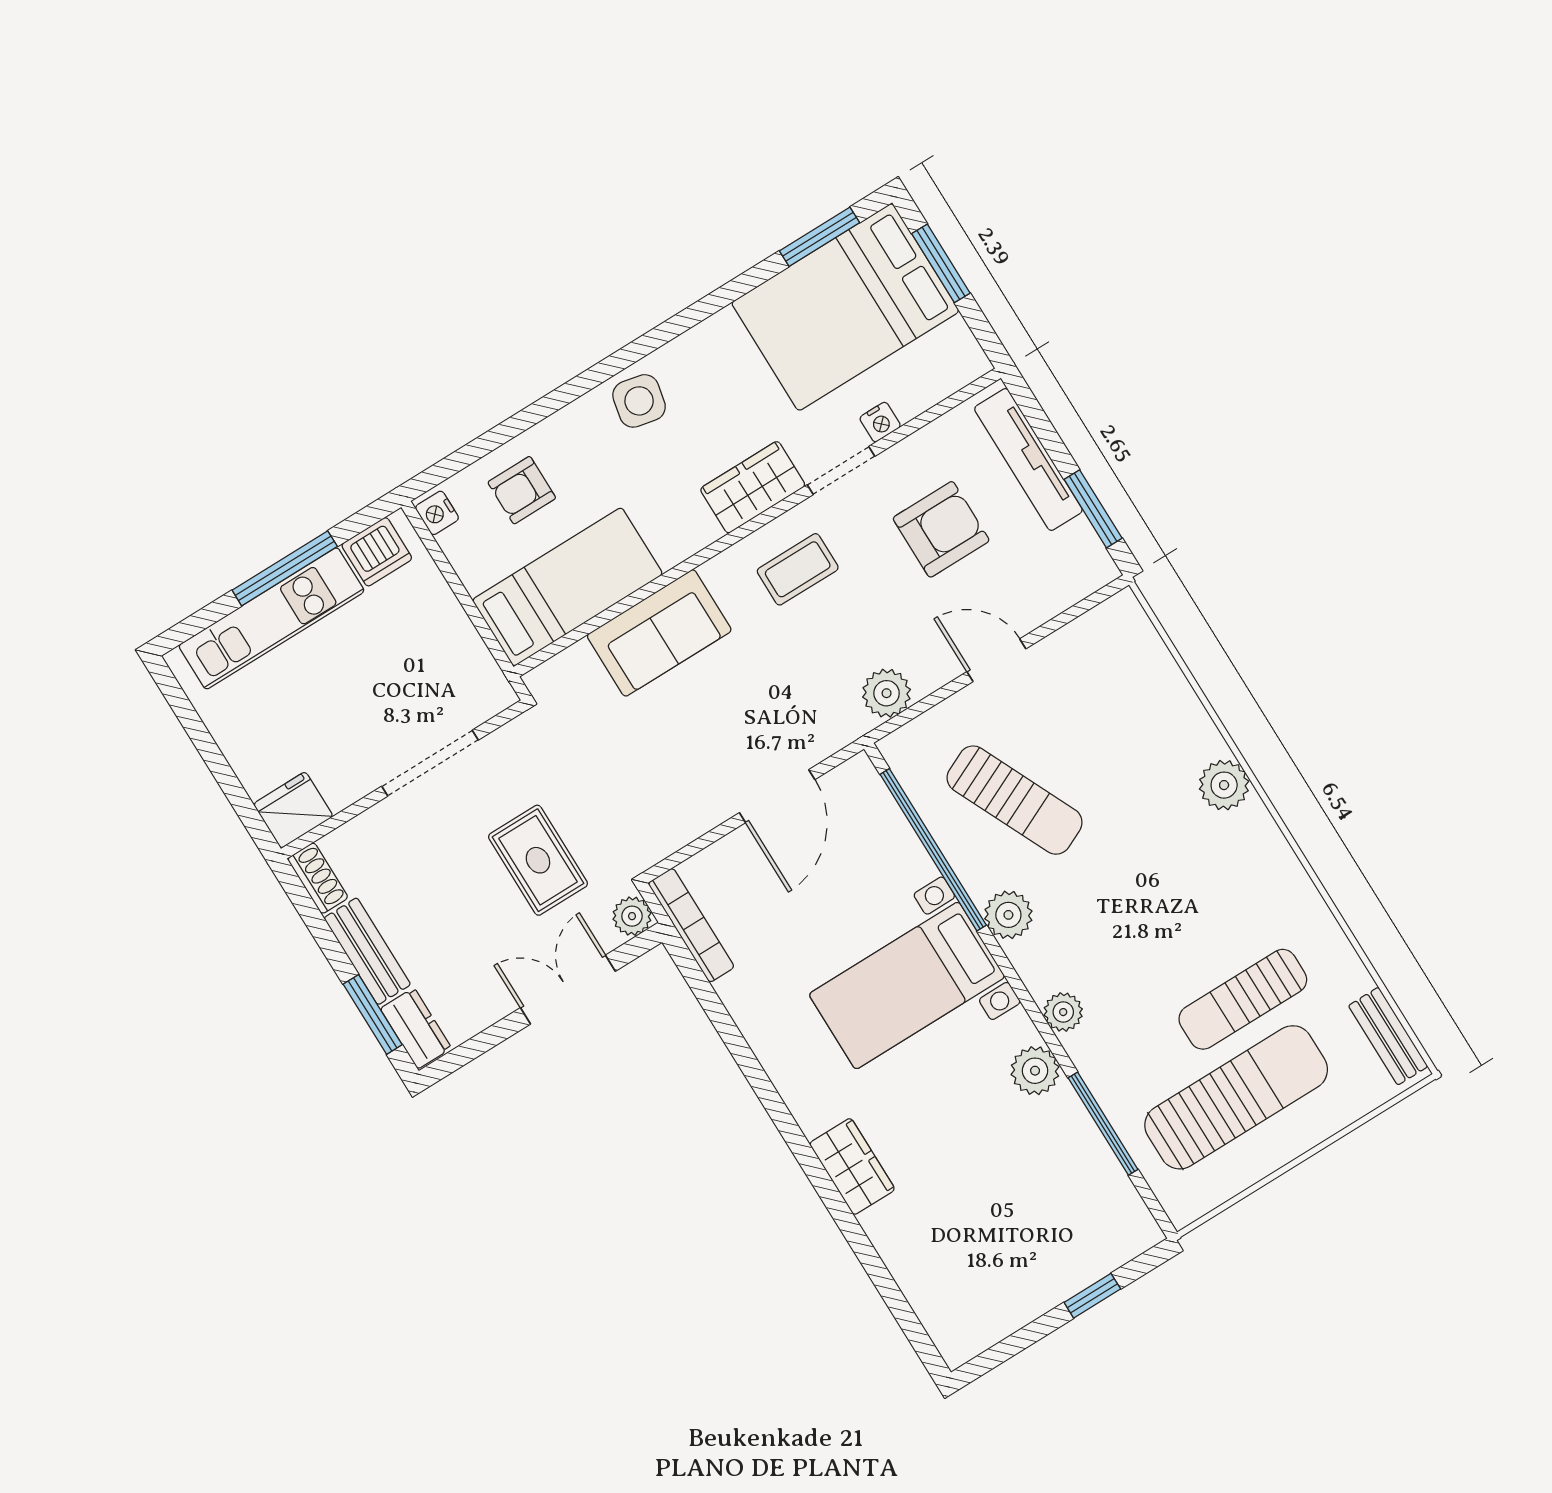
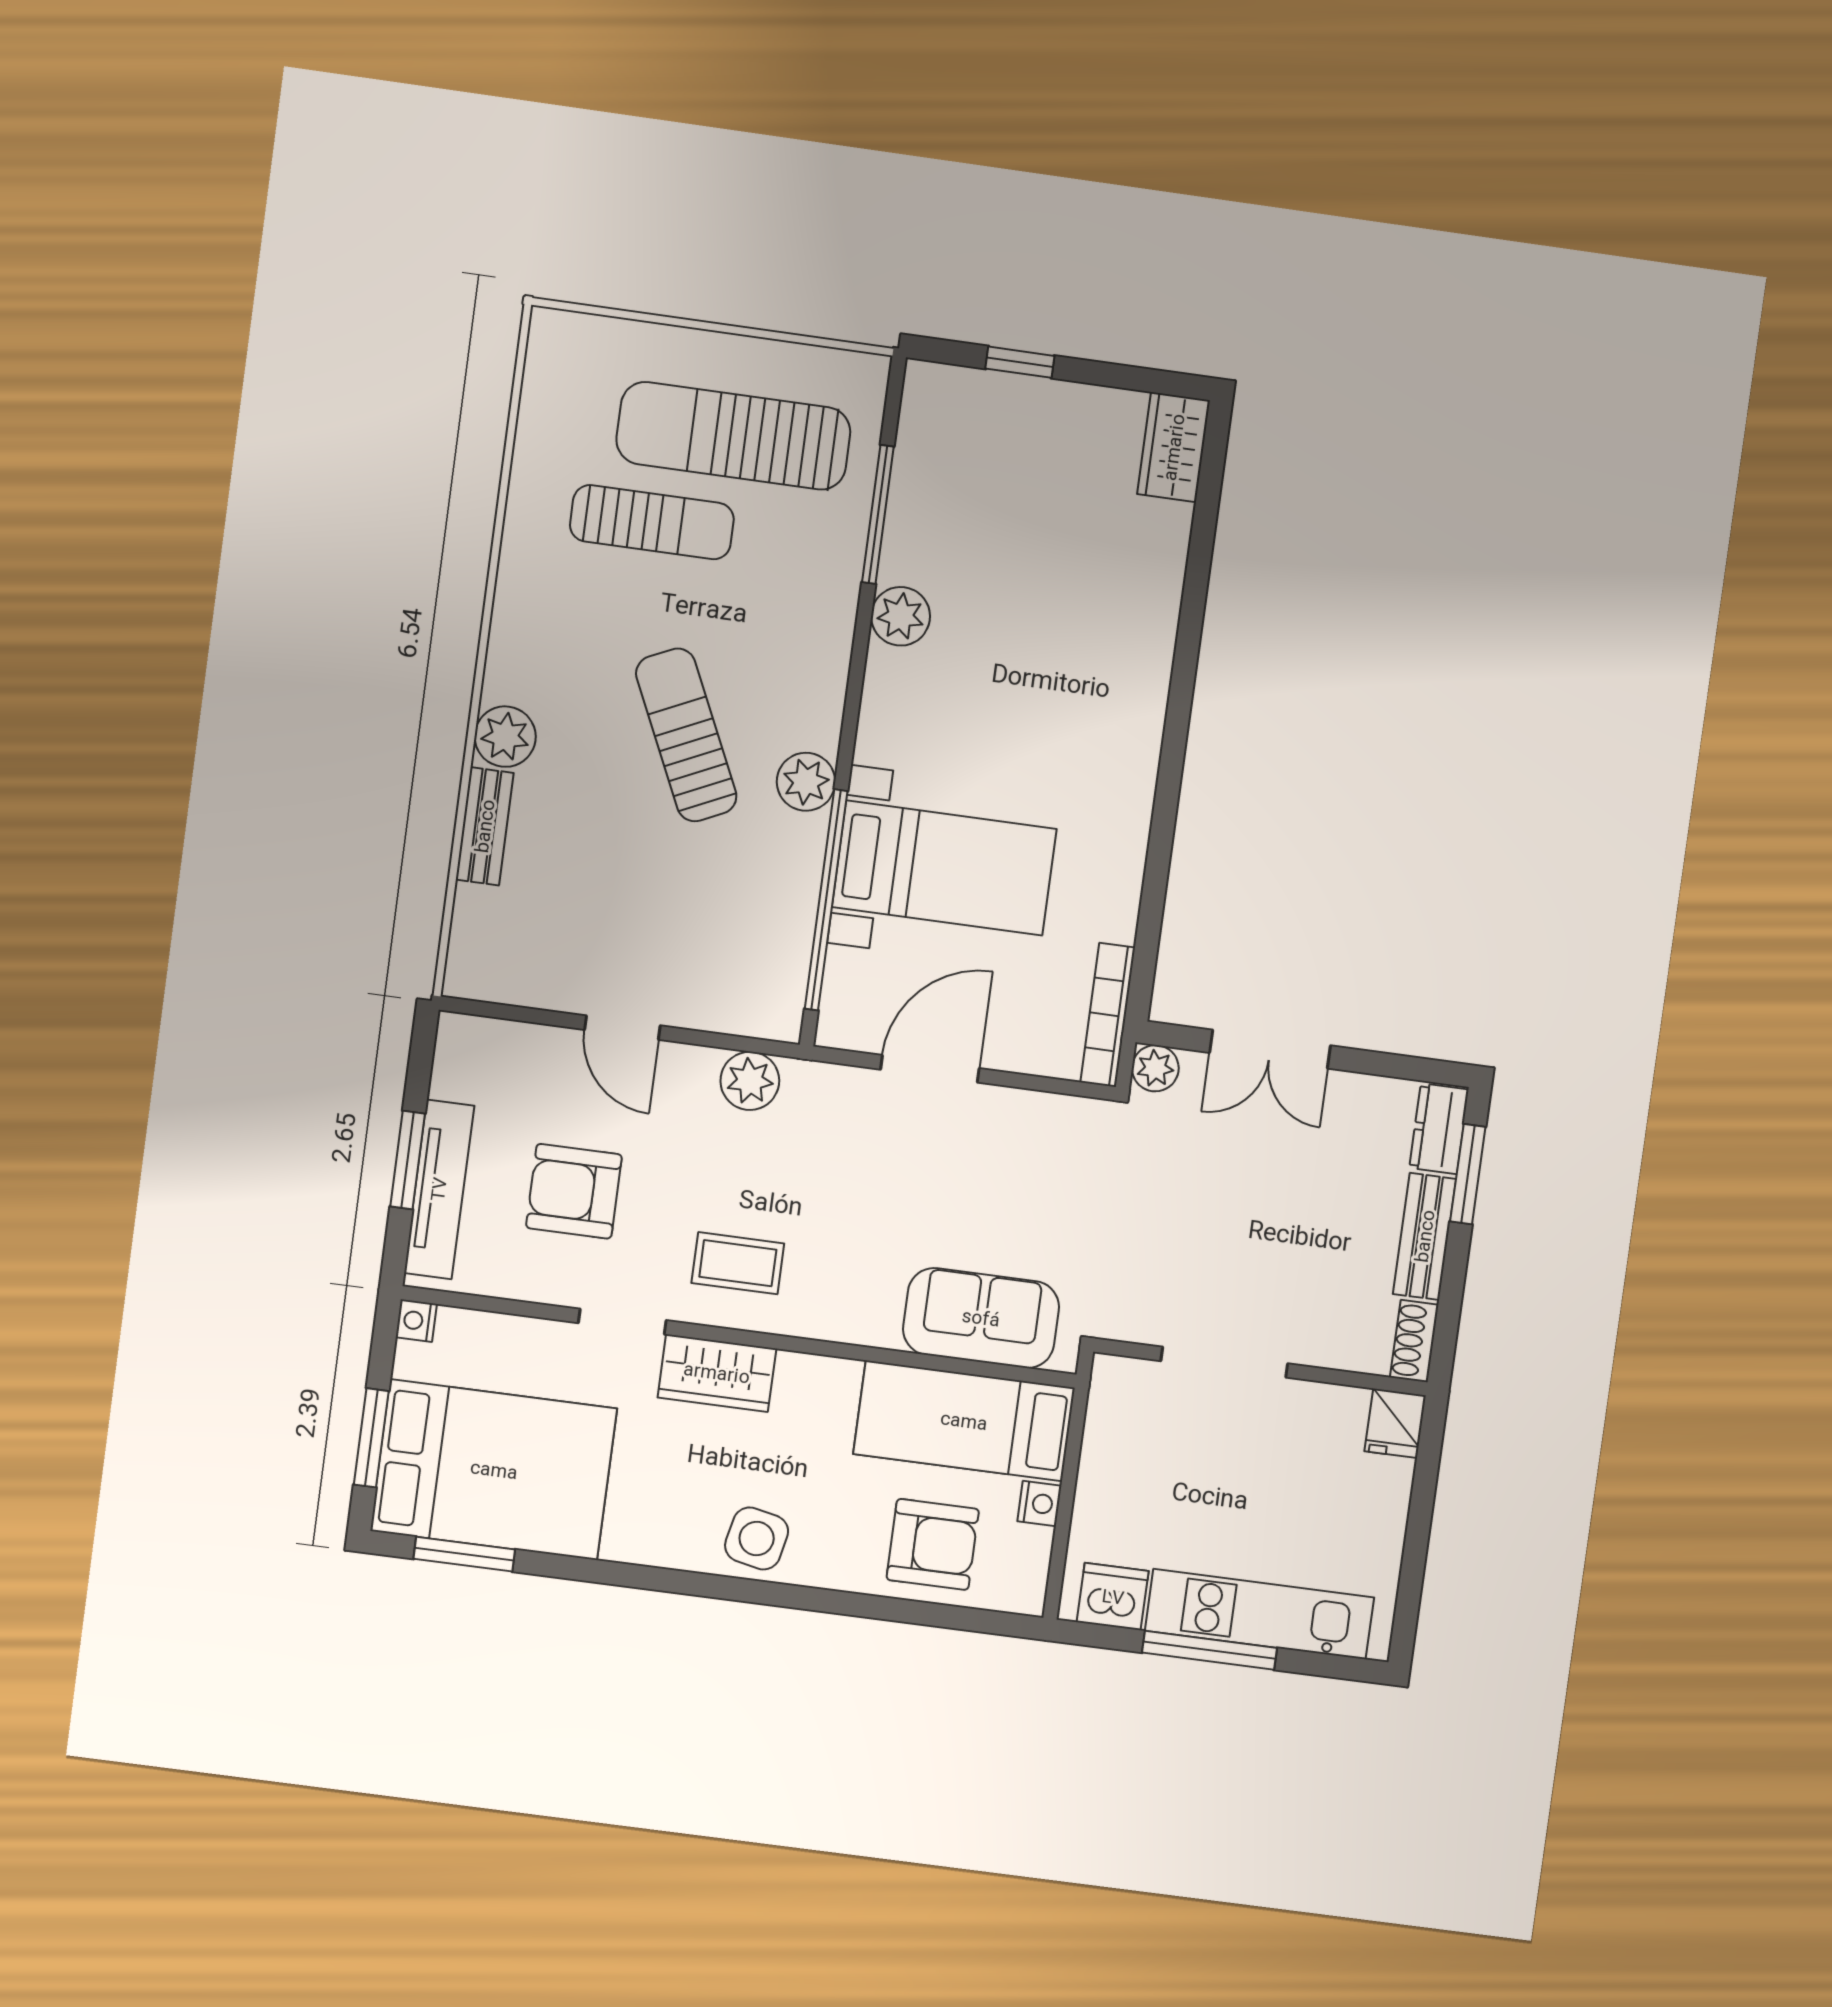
nightstand: (880, 422) -> (416, 1321), moved, turned -90
armchair: (522, 490) -> (933, 1544), width x1.38, depth x1.38
window: (1093, 509) -> (408, 1160), moved
nightstand: (437, 513) -> (1039, 1503), moved
sofa: (659, 633) -> (981, 1318), moved
sun lounger: (1015, 800) -> (686, 735), moved
fridge: (293, 810) -> (1395, 1423), width x0.72
rug: (538, 860) -> (1199, 1191), removed
bed with nightstands: (907, 986) -> (944, 868), moved
plant: (1063, 1012) -> (829, 649), removed
bench: (1388, 1036) -> (485, 826), moved
wardrobe: (852, 1166) -> (1174, 447), moved

